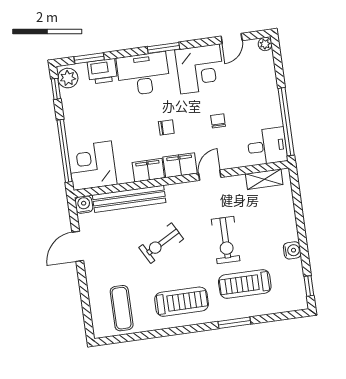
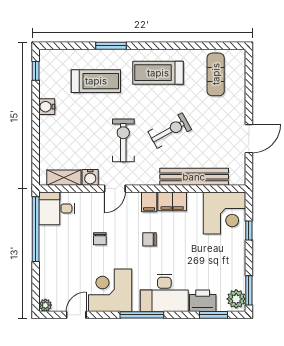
window: (163, 48) -> (142, 315), width x1.44
window: (56, 89) -> (249, 290), width x1.50
window: (64, 151) -> (249, 231), width x0.32
filing cabinet: (180, 165) -> (149, 202), width x0.50
water cooler: (84, 205) -> (90, 177), moved
exercise bike: (226, 240) -> (123, 140), moved

